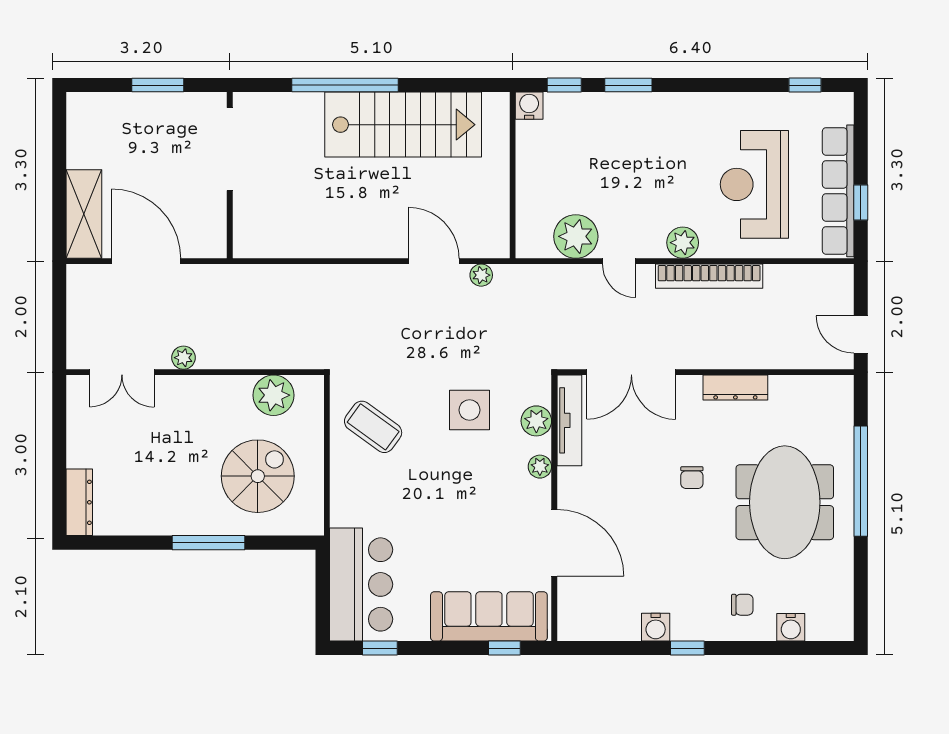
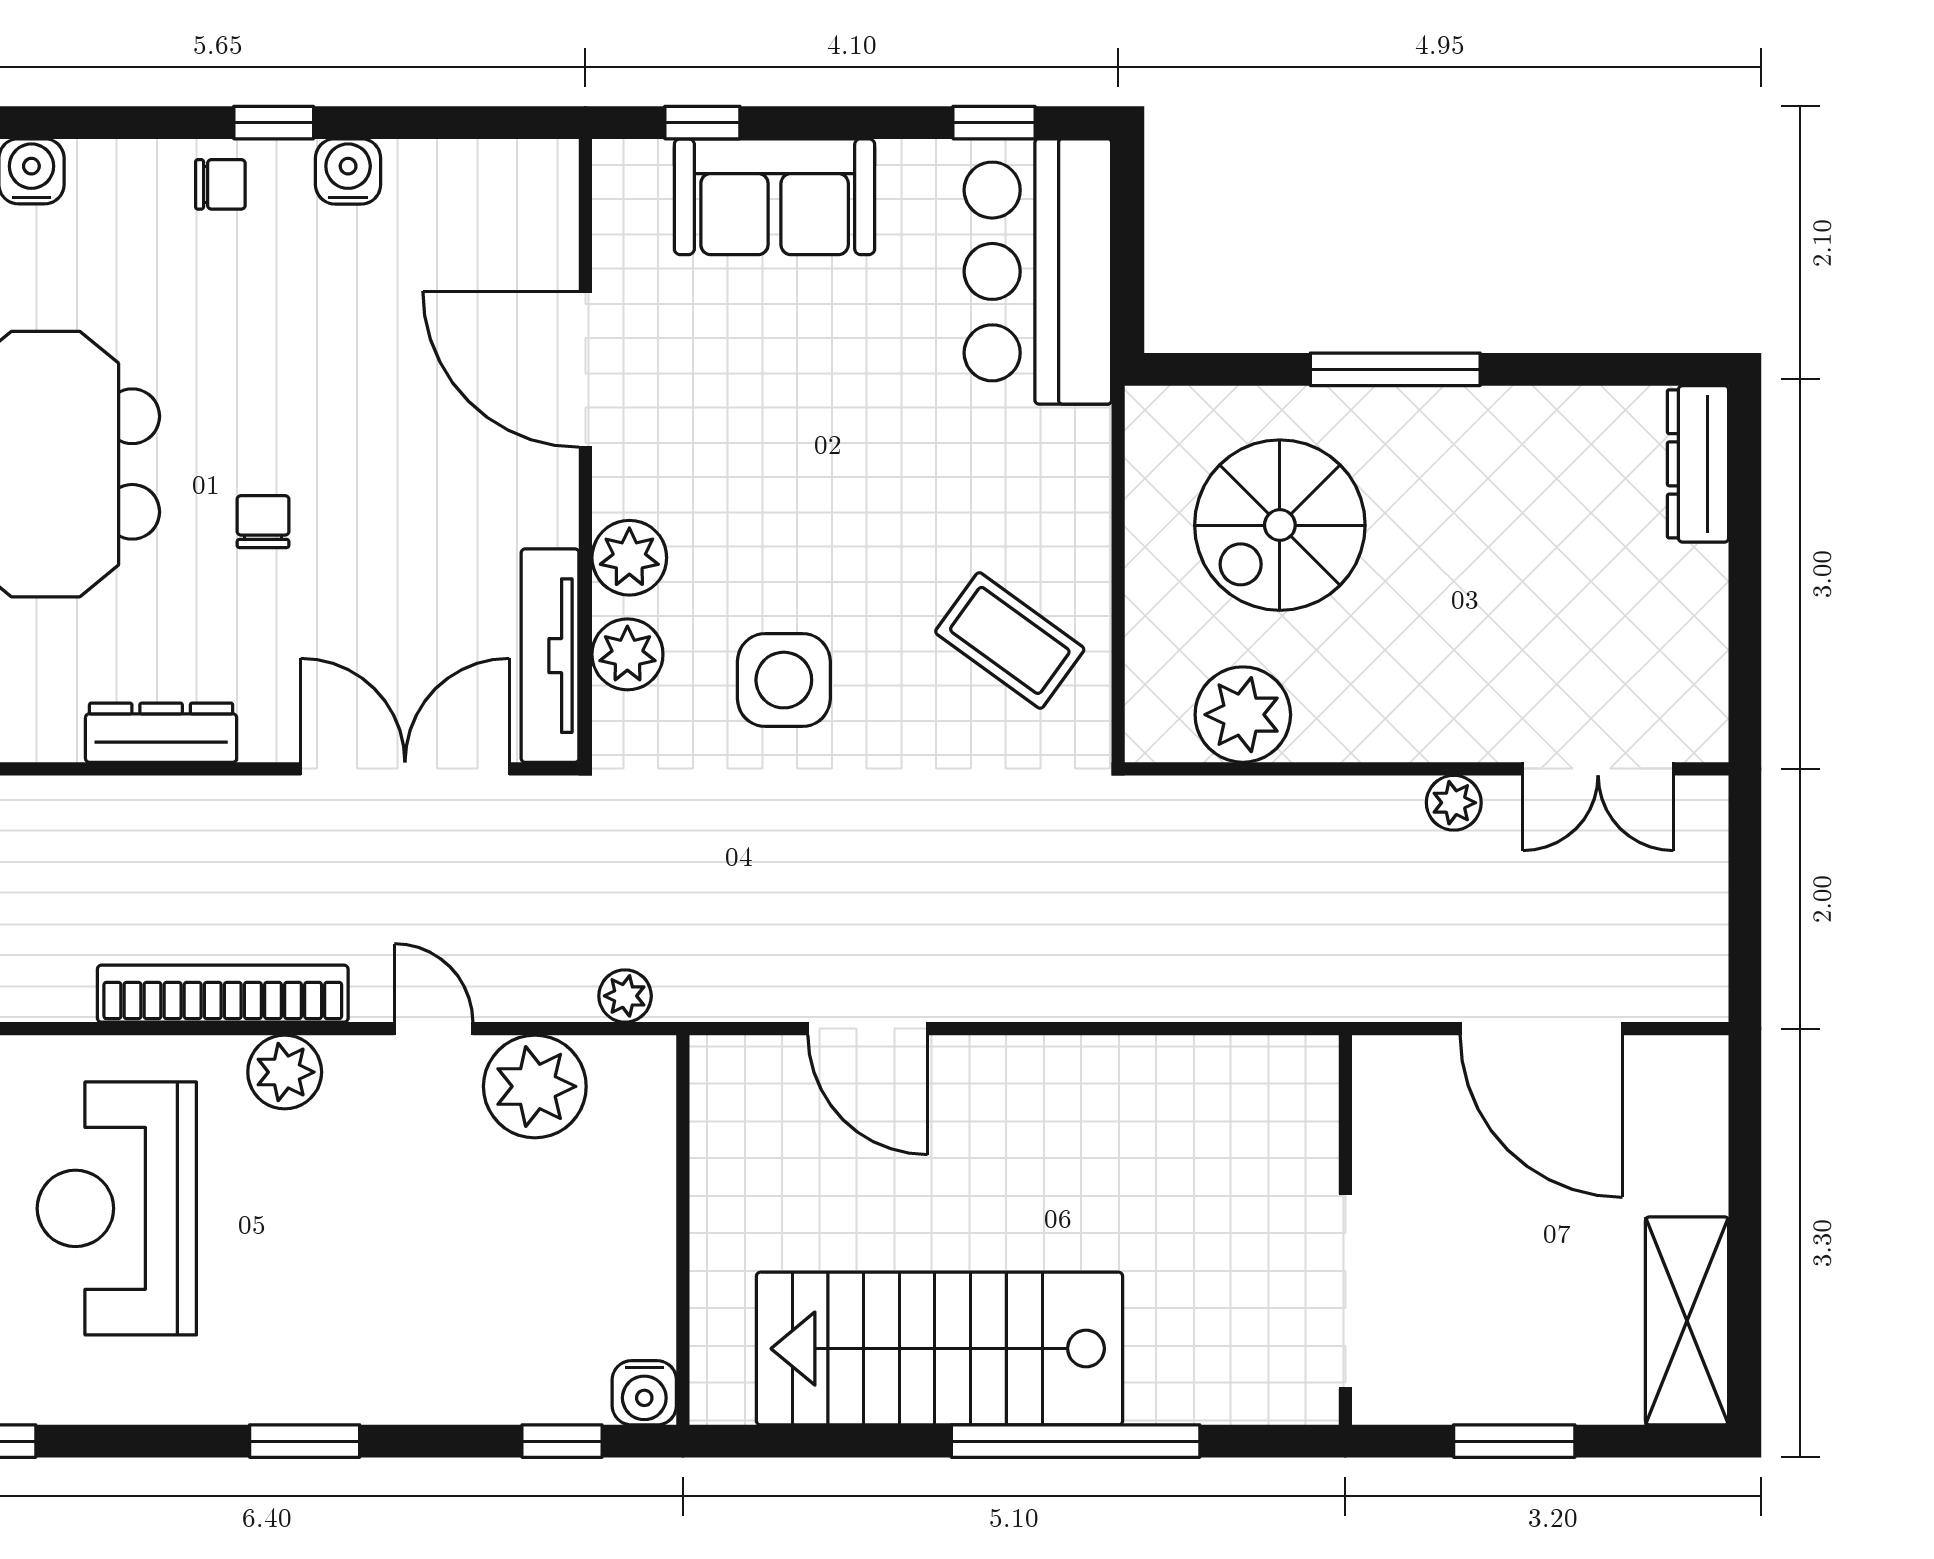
window: (628, 85) -> (305, 1441), moved
reception desk: (754, 184) -> (117, 1208), turned 180
shelving: (84, 214) -> (1687, 1321), moved
plant: (481, 275) -> (625, 996), moved
double door: (122, 372) -> (1598, 769), swing flipped
plant: (540, 467) -> (629, 558), width x1.38, depth x1.38
chair: (742, 605) -> (220, 184), moved, turned 180
sofa: (489, 616) -> (775, 197), width x0.73

